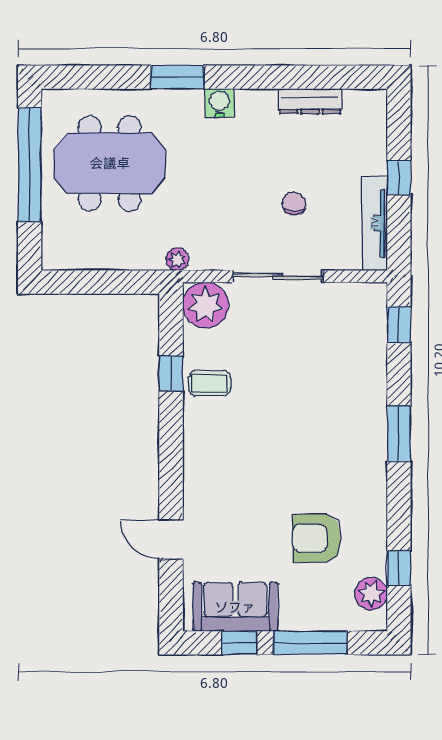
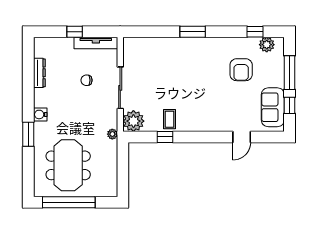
window: (399, 325) -> (143, 32), removed

